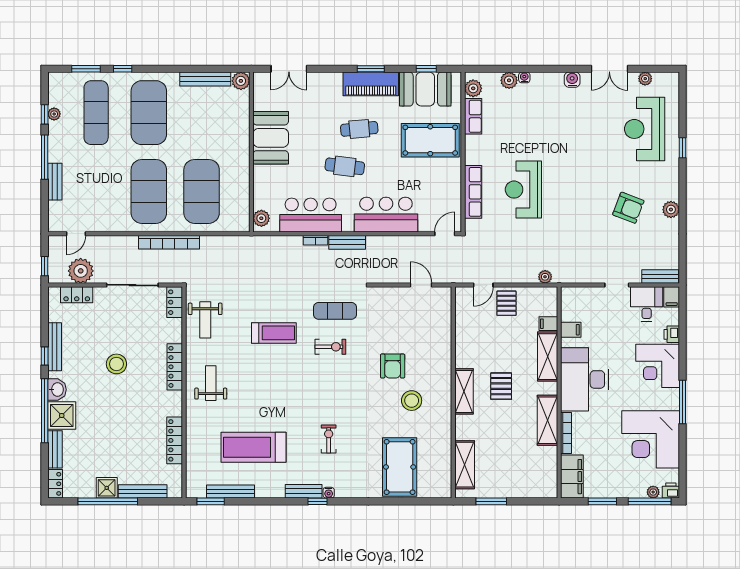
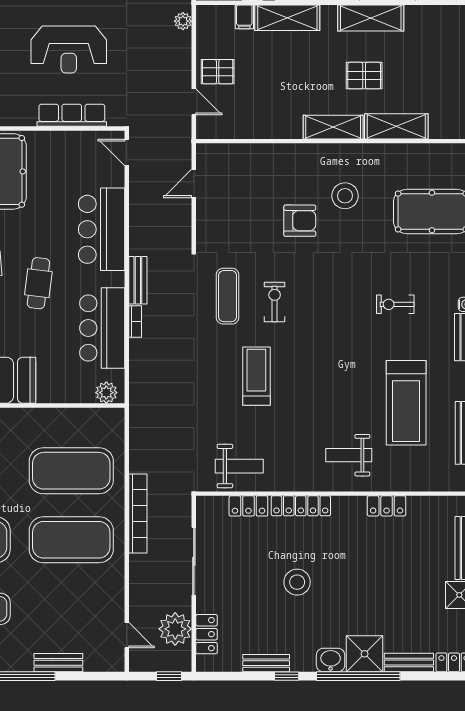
locker: (175, 302) -> (248, 506), moved
bench: (55, 347) -> (266, 663), width x0.73
weight bench: (211, 383) -> (349, 455), moved
pallet: (501, 386) -> (364, 76), moved
locker: (175, 440) -> (387, 506), width x0.66
shelving: (465, 465) -> (396, 126), moved

